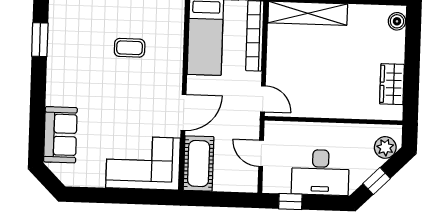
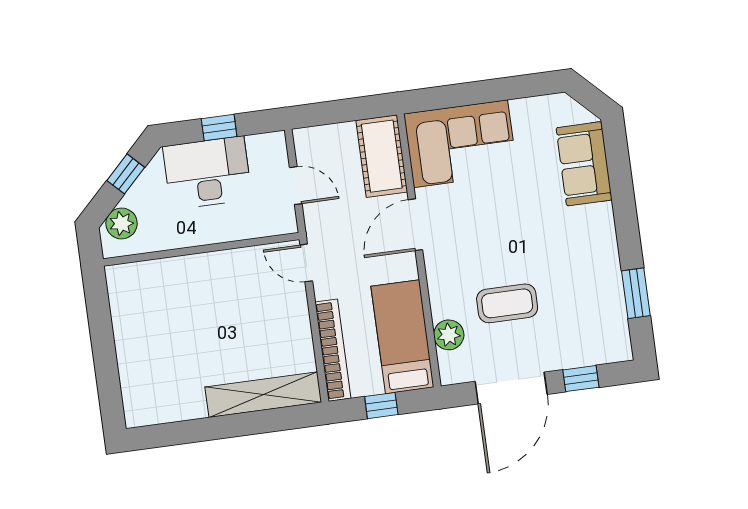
boiler: (397, 21) -> (135, 405), removed
plant: (173, 33) -> (449, 335), added
coffee table: (130, 48) -> (507, 303), width x1.36, depth x1.30
wardrobe: (392, 84) -> (127, 315), removed
window: (290, 202) -> (219, 128), moved

